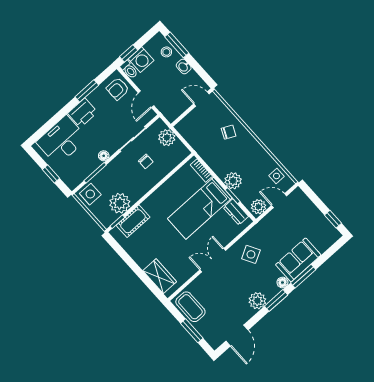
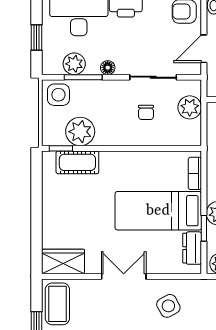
plant: (84, 170) -> (74, 64), added
wardrobe: (160, 276) -> (63, 262), moved, turned -90

